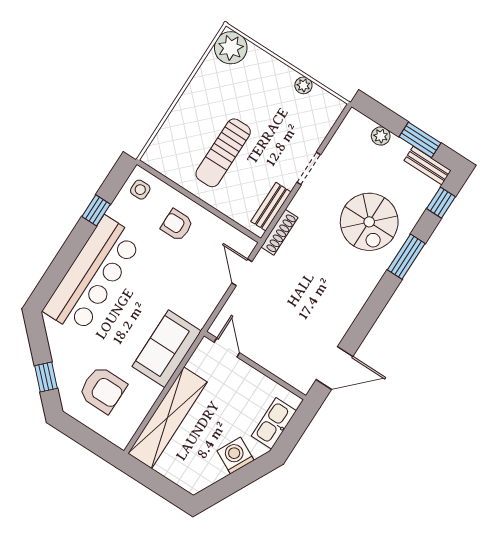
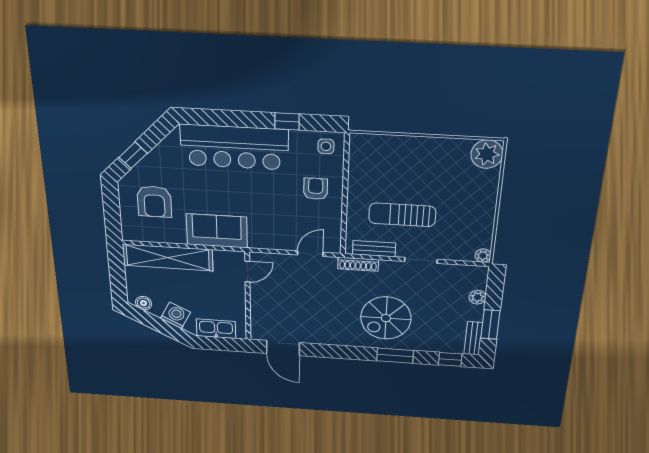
plant: (303, 85) -> (483, 256), moved
sun lounger: (223, 153) -> (402, 215), moved
spiral stairs: (369, 222) -> (386, 318), moved
boiler: (203, 479) -> (144, 303), added

